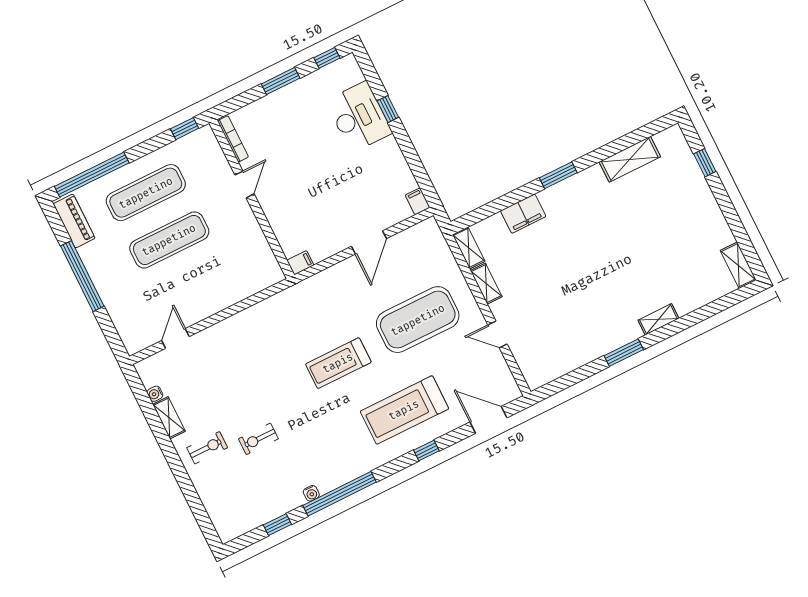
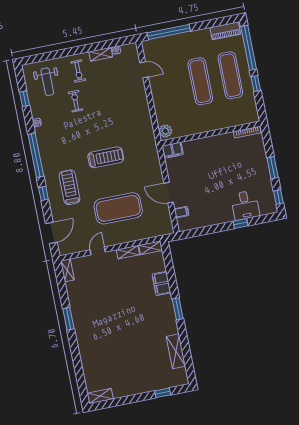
desk: (359, 117) -> (245, 205), width x0.73
window: (185, 129) -> (256, 84), moved
door: (244, 184) -> (220, 132), removed
filing cabinet: (418, 201) -> (182, 212), moved
filing cabinet: (300, 263) -> (172, 150), width x2.00
window: (82, 276) -> (169, 32), moved
plant: (268, 276) -> (165, 131), added
shelving: (658, 319) -> (67, 270), moved
exercise mat: (418, 320) -> (118, 208), turned 90
treadmill: (338, 363) -> (106, 157), turned 90
treadmill: (404, 410) -> (70, 187), width x0.73, depth x0.73
weight bench: (239, 494) -> (47, 82), added
window: (340, 494) -> (36, 155), moved

